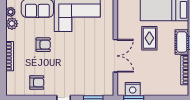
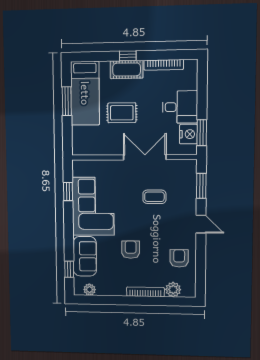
plant: (12, 24) -> (173, 290), moved
coffee table: (85, 63) -> (154, 197), added
desk: (153, 82) -> (180, 107), added

